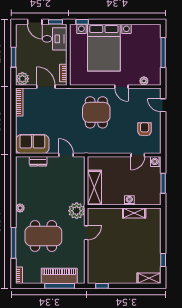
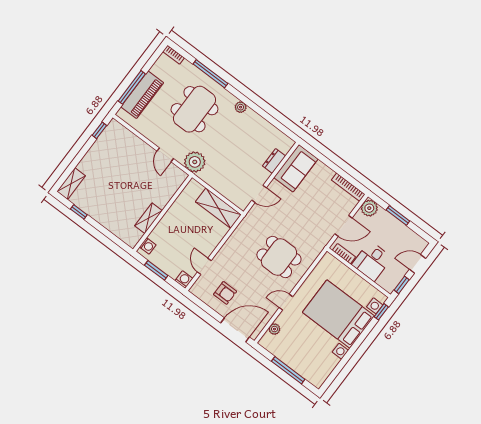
desk: (55, 39) -> (372, 261), moved
door: (163, 105) -> (235, 330), width x1.88
shelving: (94, 188) -> (218, 208), moved
washing machine: (129, 200) -> (148, 246), moved

